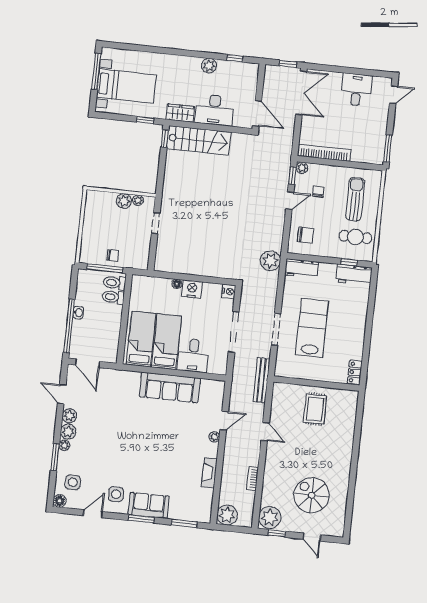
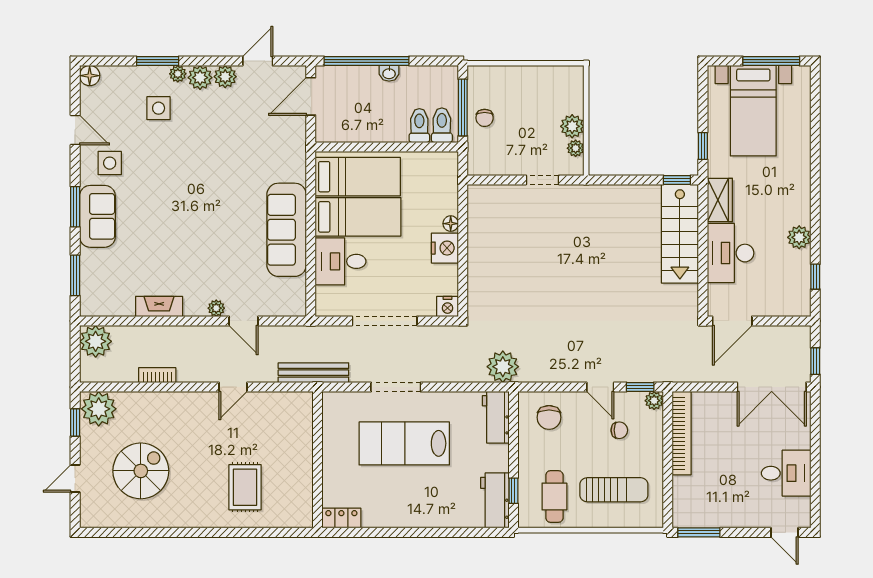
lab bench: (312, 328) -> (404, 443), turned 180
rug: (315, 409) -> (245, 487), moved, turned 90
side table: (73, 482) -> (159, 108), moved

